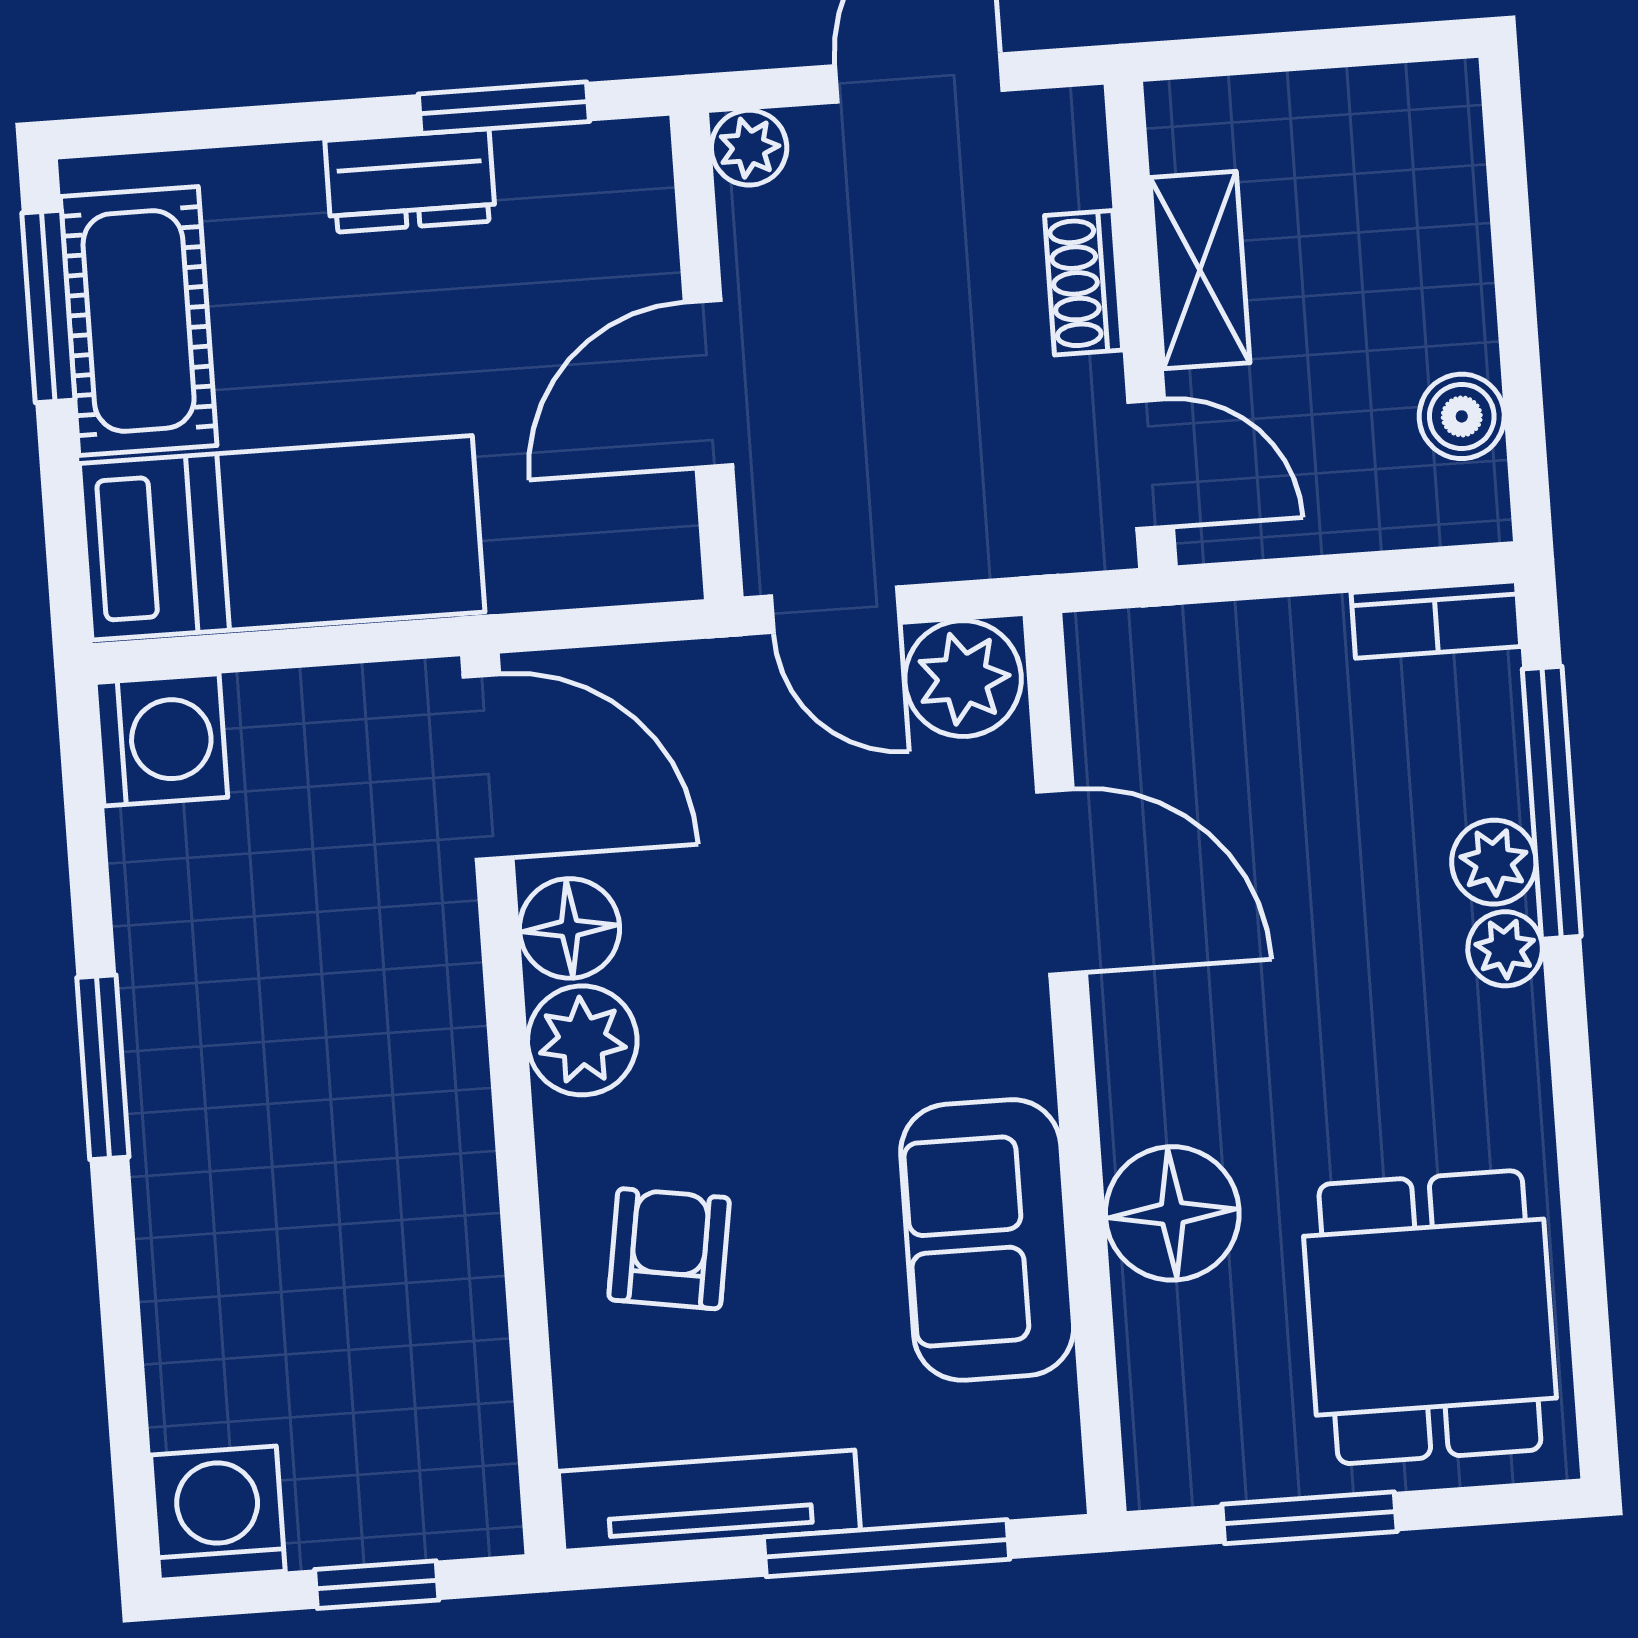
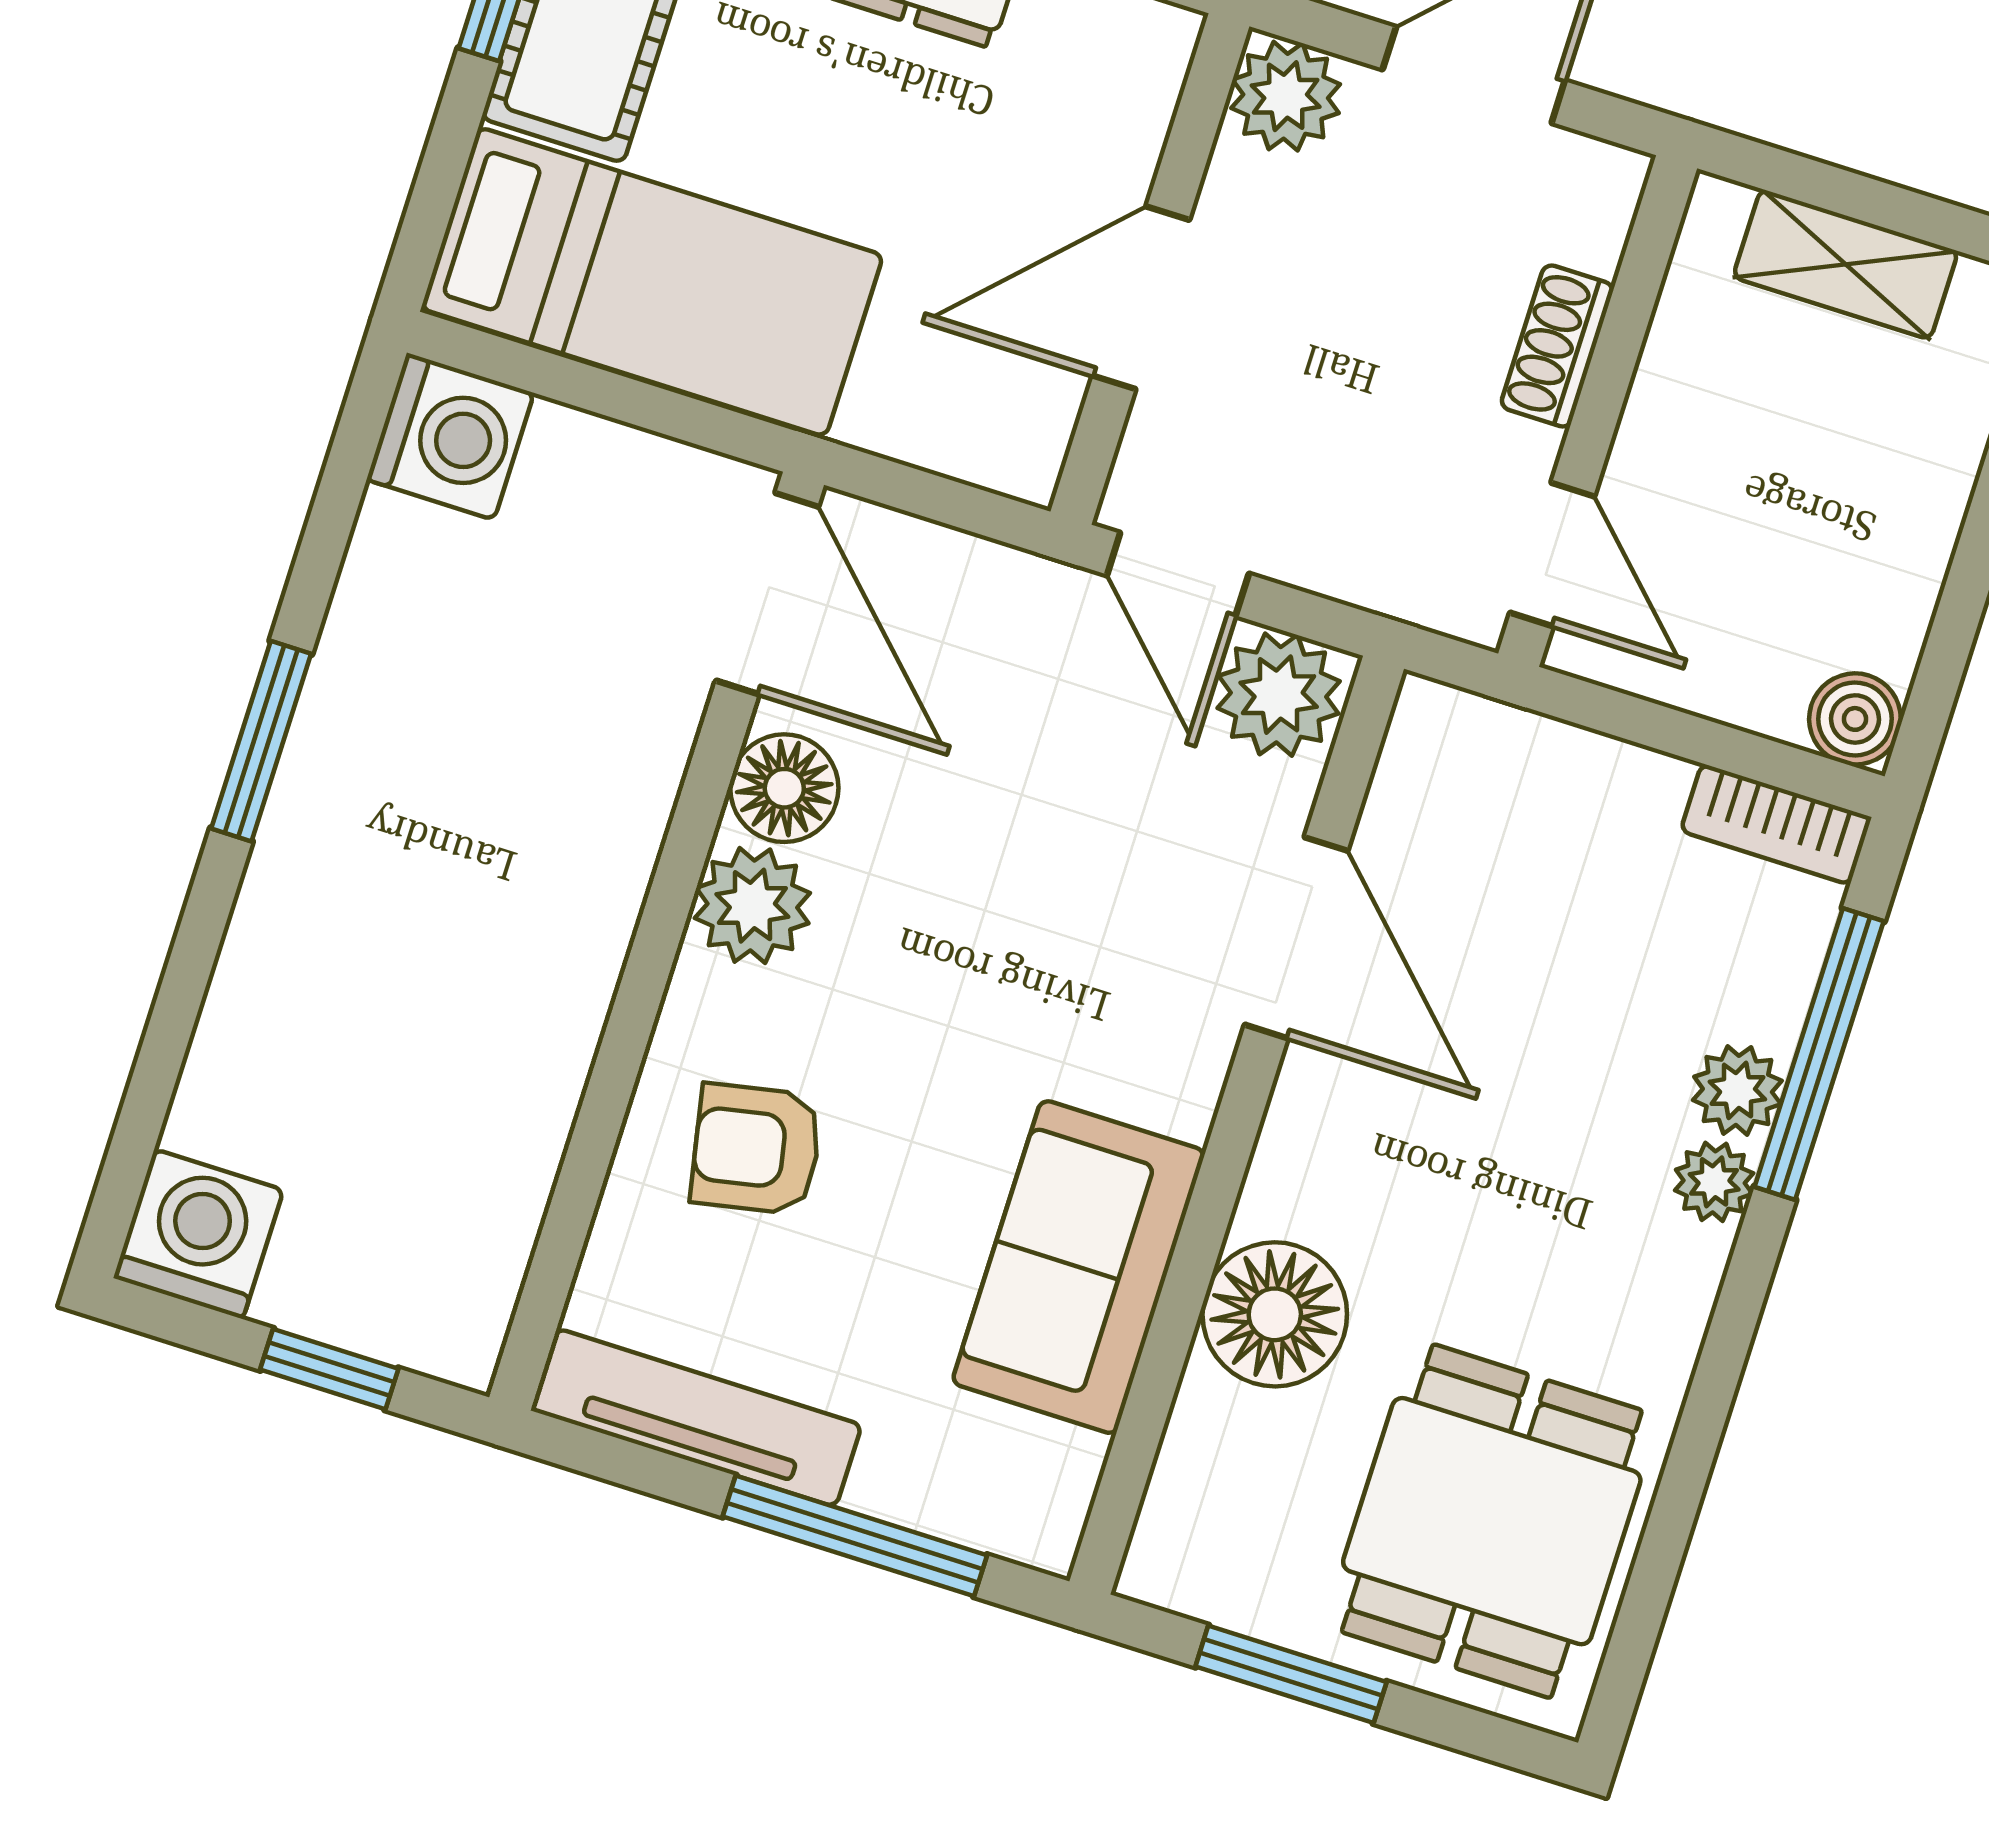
plant: (749, 148) -> (1286, 96), width x1.38, depth x1.38
shelving: (1200, 270) -> (1846, 264), moved, turned 90
boiler: (1462, 416) -> (1855, 719), moved
armchair: (669, 1249) -> (756, 1149), turned -110

